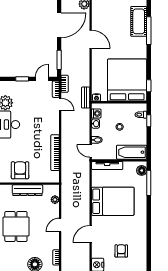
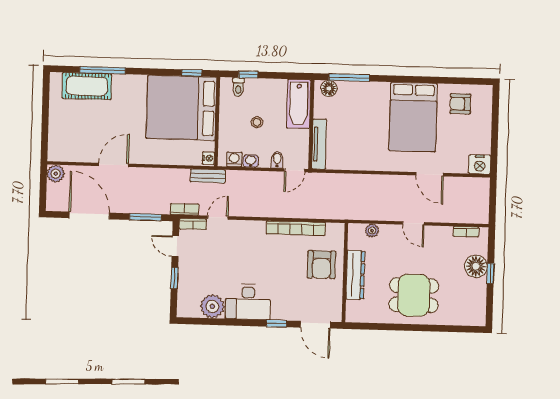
armchair: (20, 170) -> (321, 265), moved, turned -90
bed: (113, 201) -> (413, 117), moved, turned 180
armchair: (121, 251) -> (460, 104), moved

